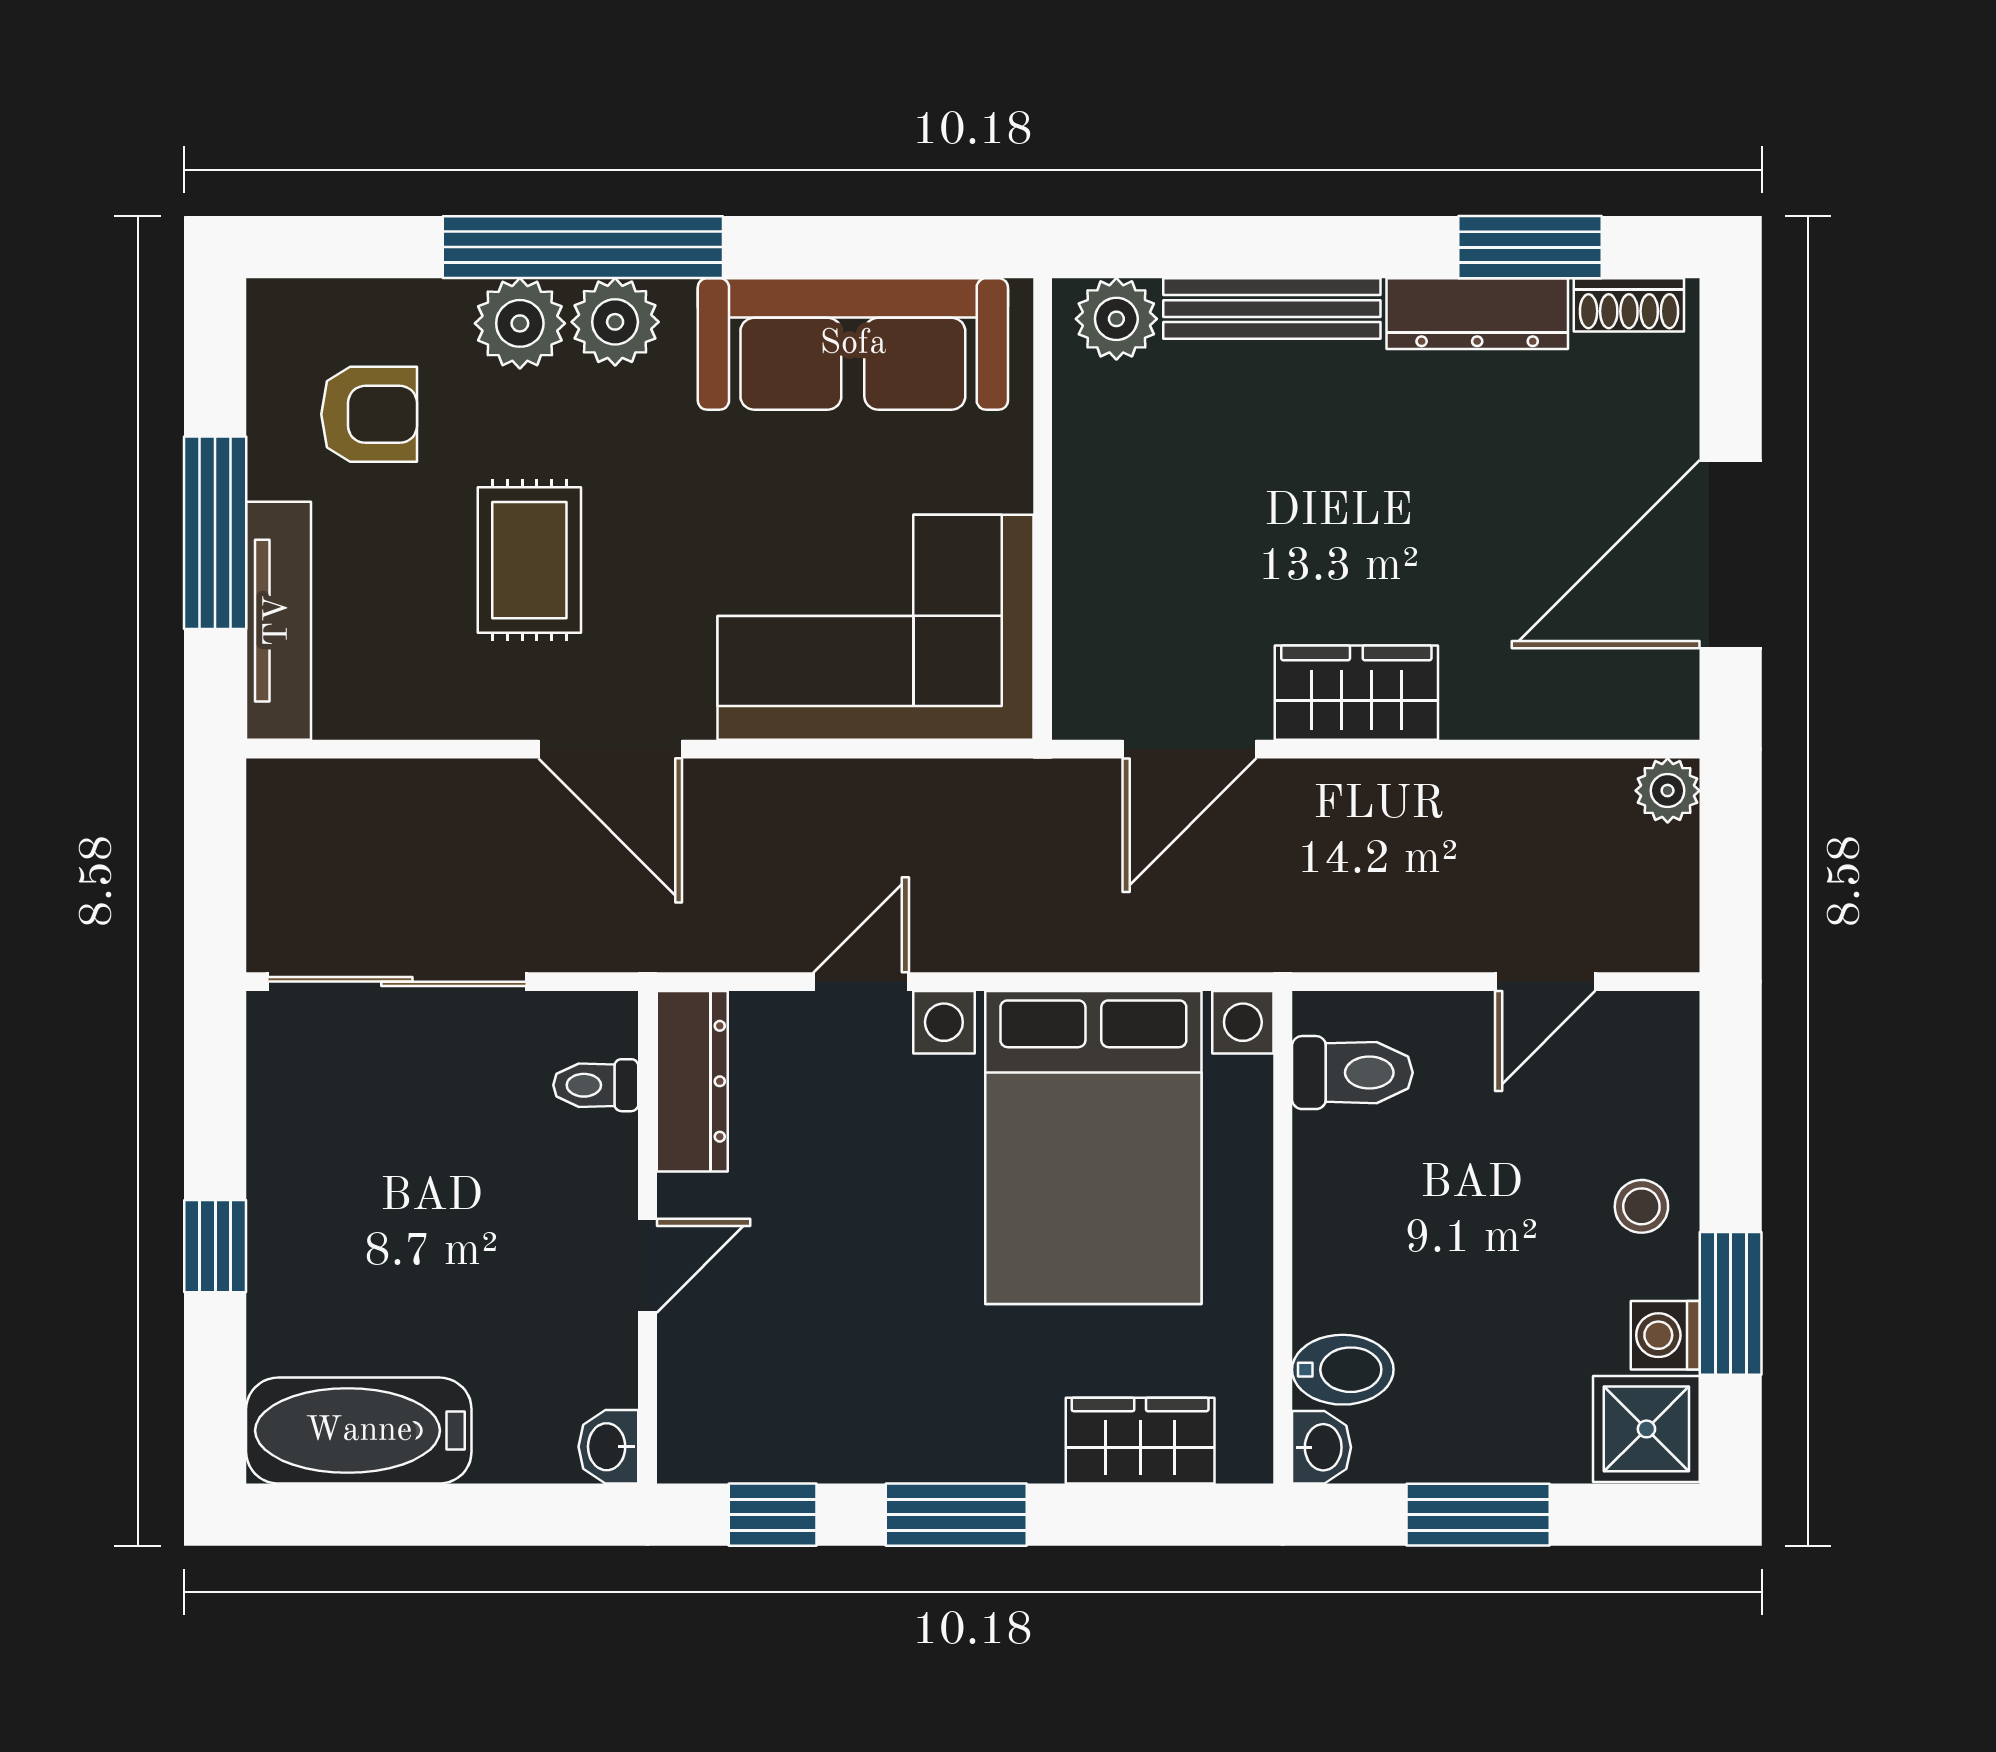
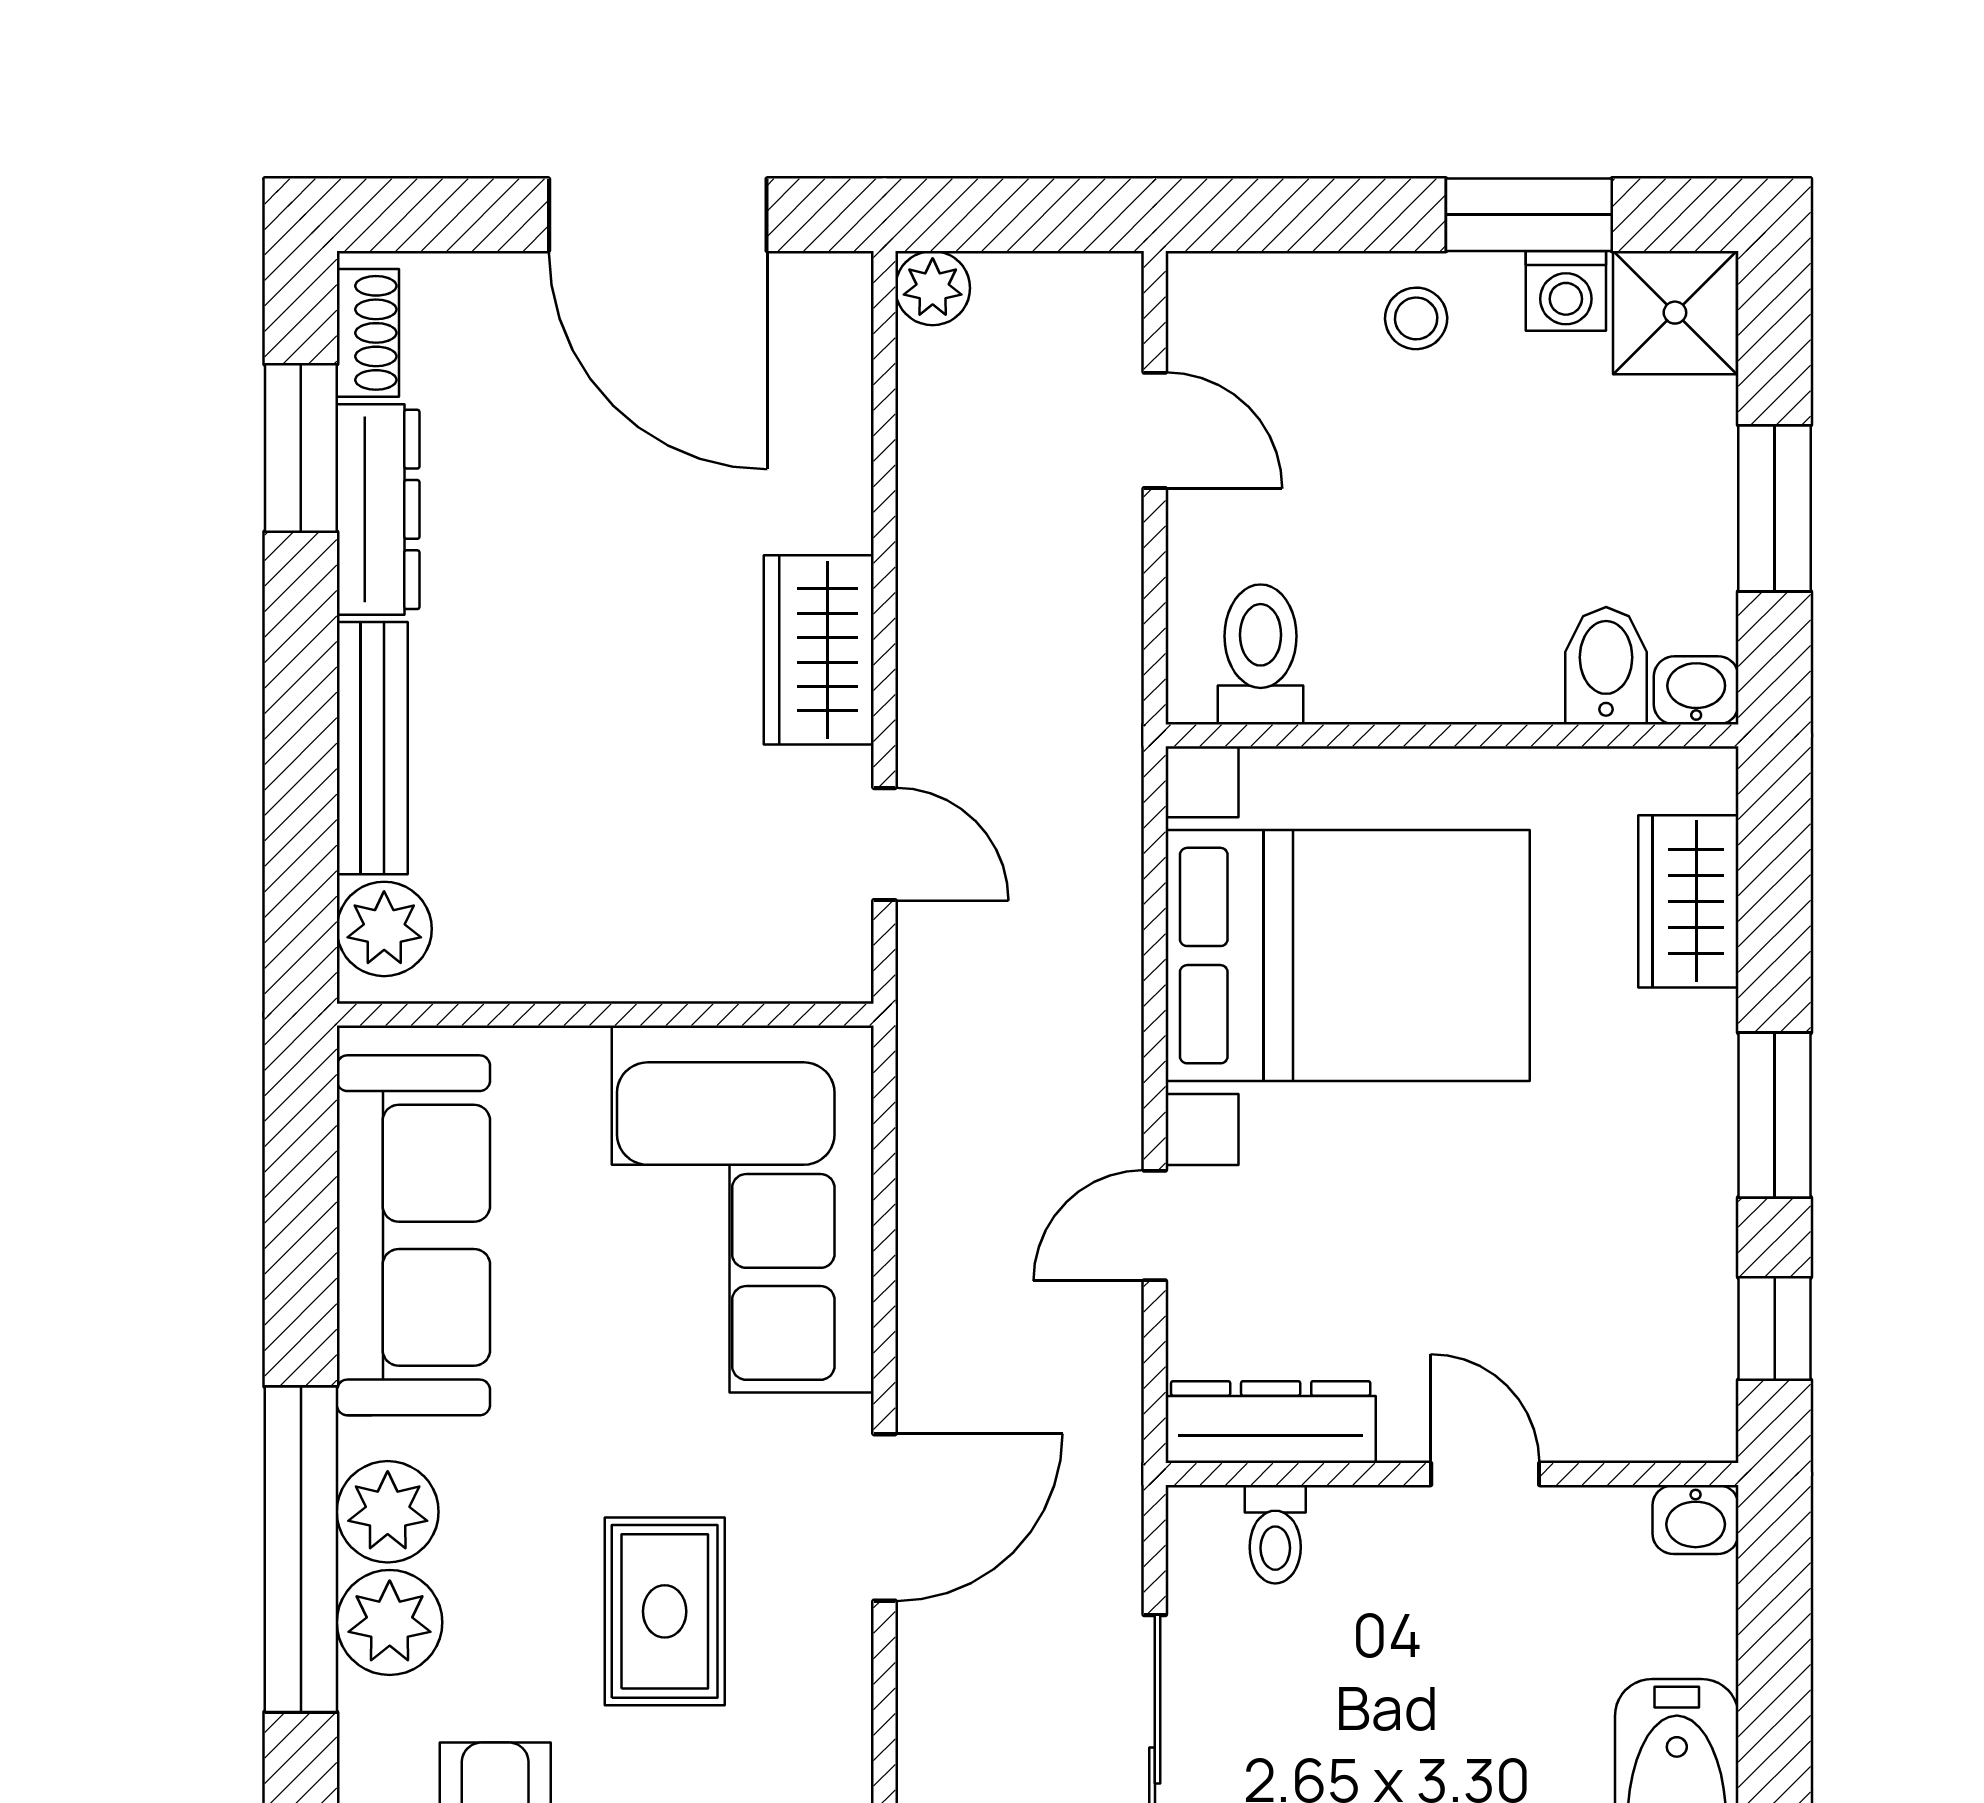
rug: (529, 560) -> (665, 1611), turned 90
door: (1189, 749) -> (885, 844), width x0.73
door: (861, 982) -> (1155, 1225), hinge flipped

